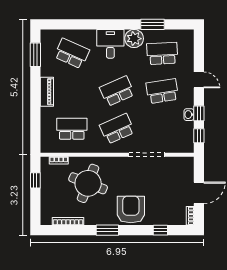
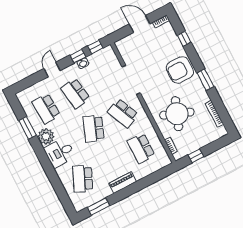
school desk: (117, 91) -> (94, 128), turned 45

